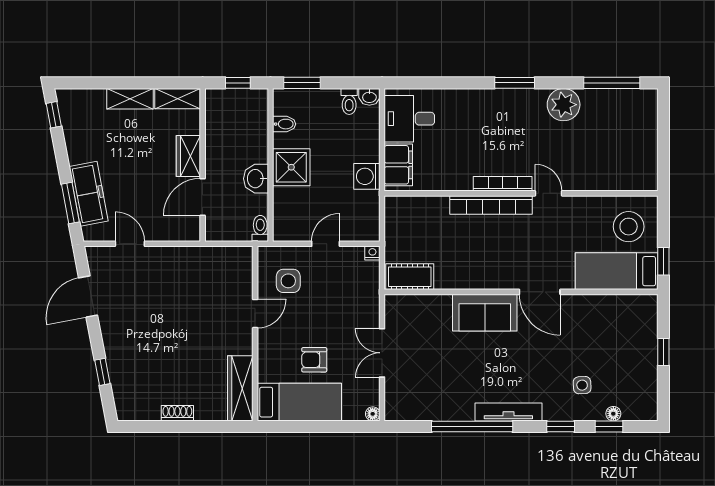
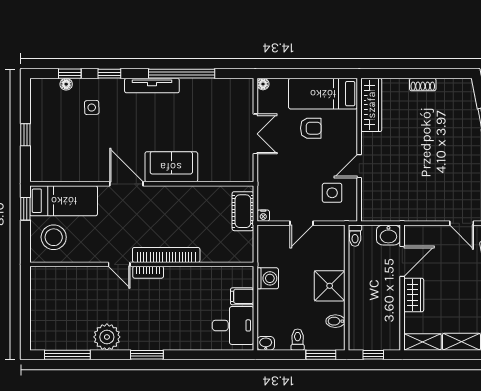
toilet: (349, 101) -> (298, 340), moved
filing cabinet: (398, 165) -> (242, 296), width x0.50
washbasin: (256, 179) -> (388, 235), moved, turned 90
bookcase: (503, 184) -> (148, 272), width x0.64
cot: (410, 277) -> (243, 211), moved, turned 90

